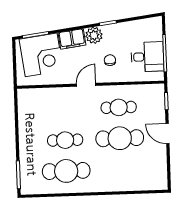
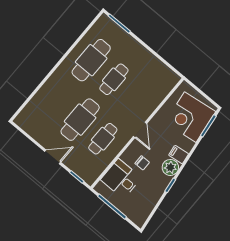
filing cabinet: (72, 39) -> (179, 155), width x0.50
desk: (147, 57) -> (121, 179), moved, turned 90

